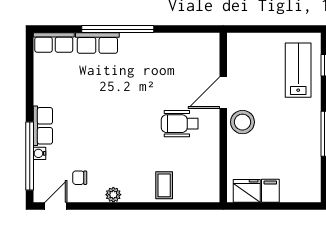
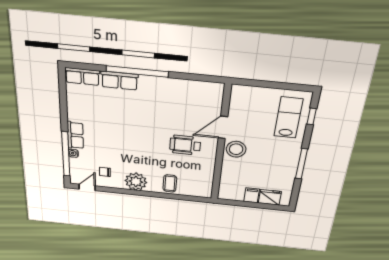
fridge: (247, 191) -> (270, 197), moved
plant: (113, 195) -> (136, 182), width x1.88, depth x1.88

